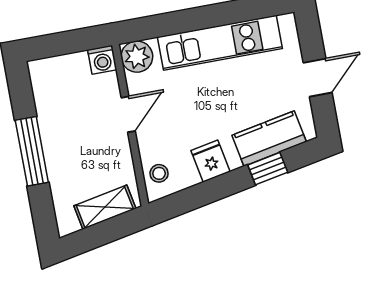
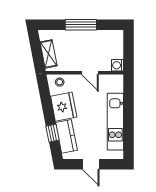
plant: (137, 57) -> (116, 82), removed
fridge: (211, 161) -> (64, 107), width x1.88, depth x1.34

